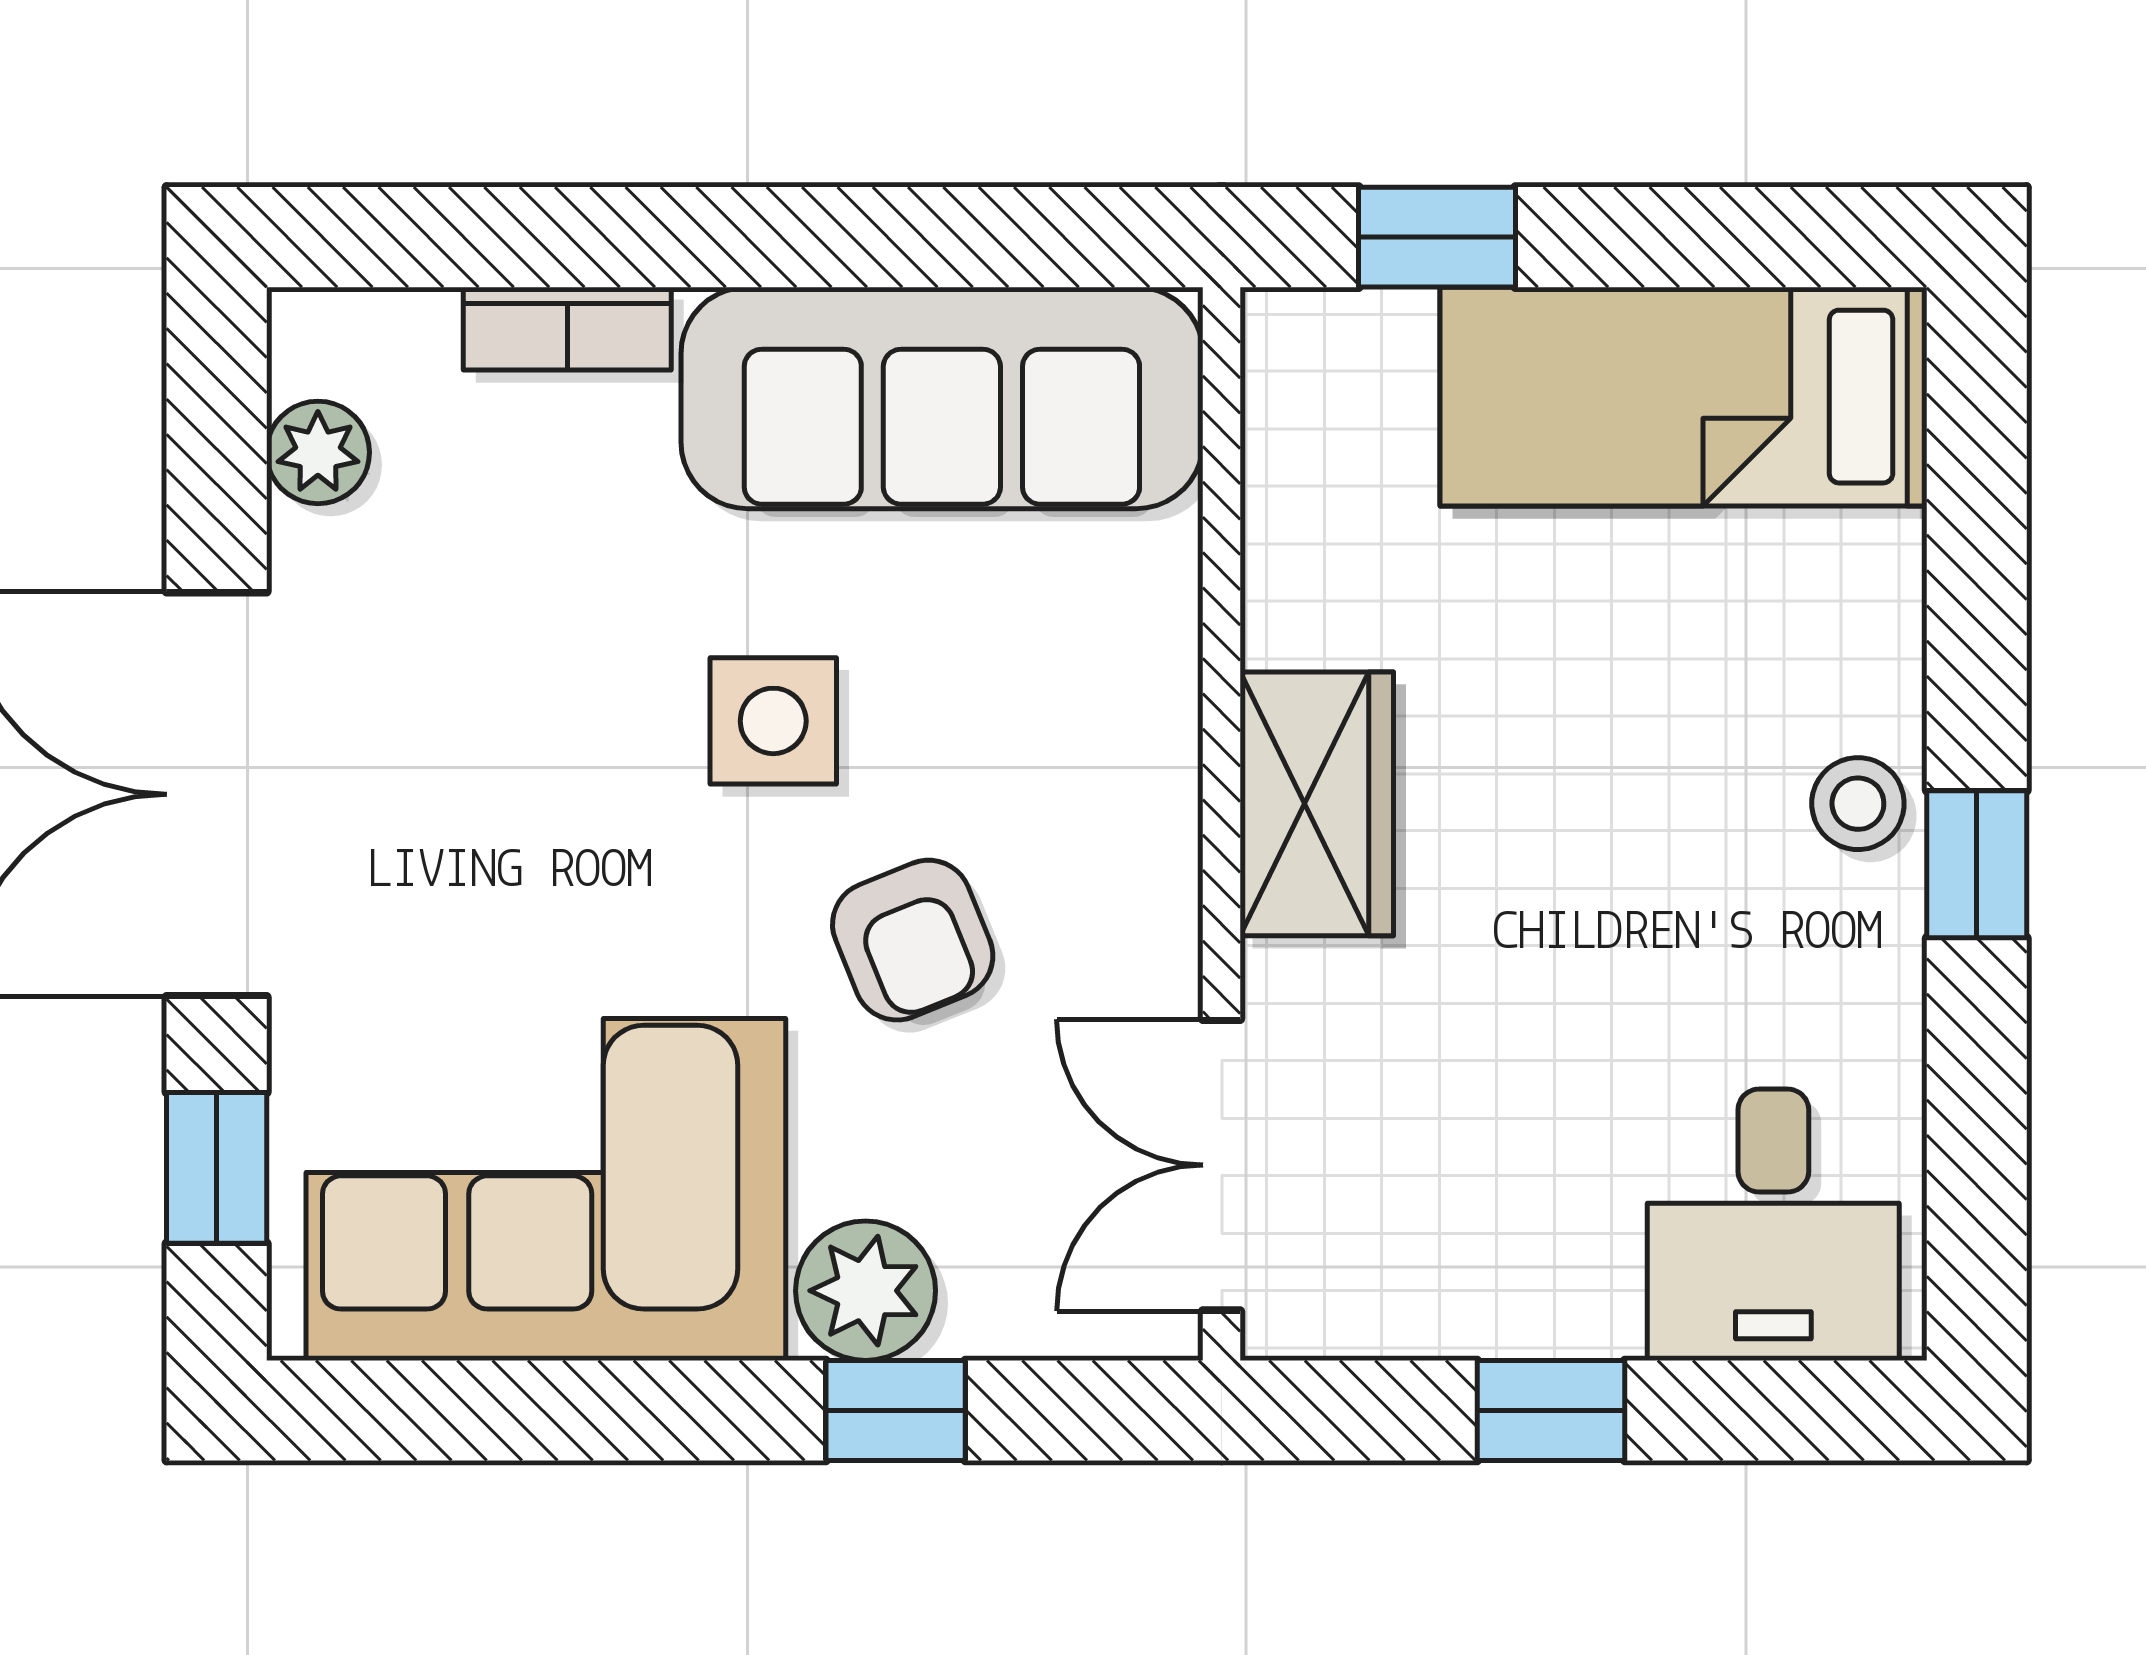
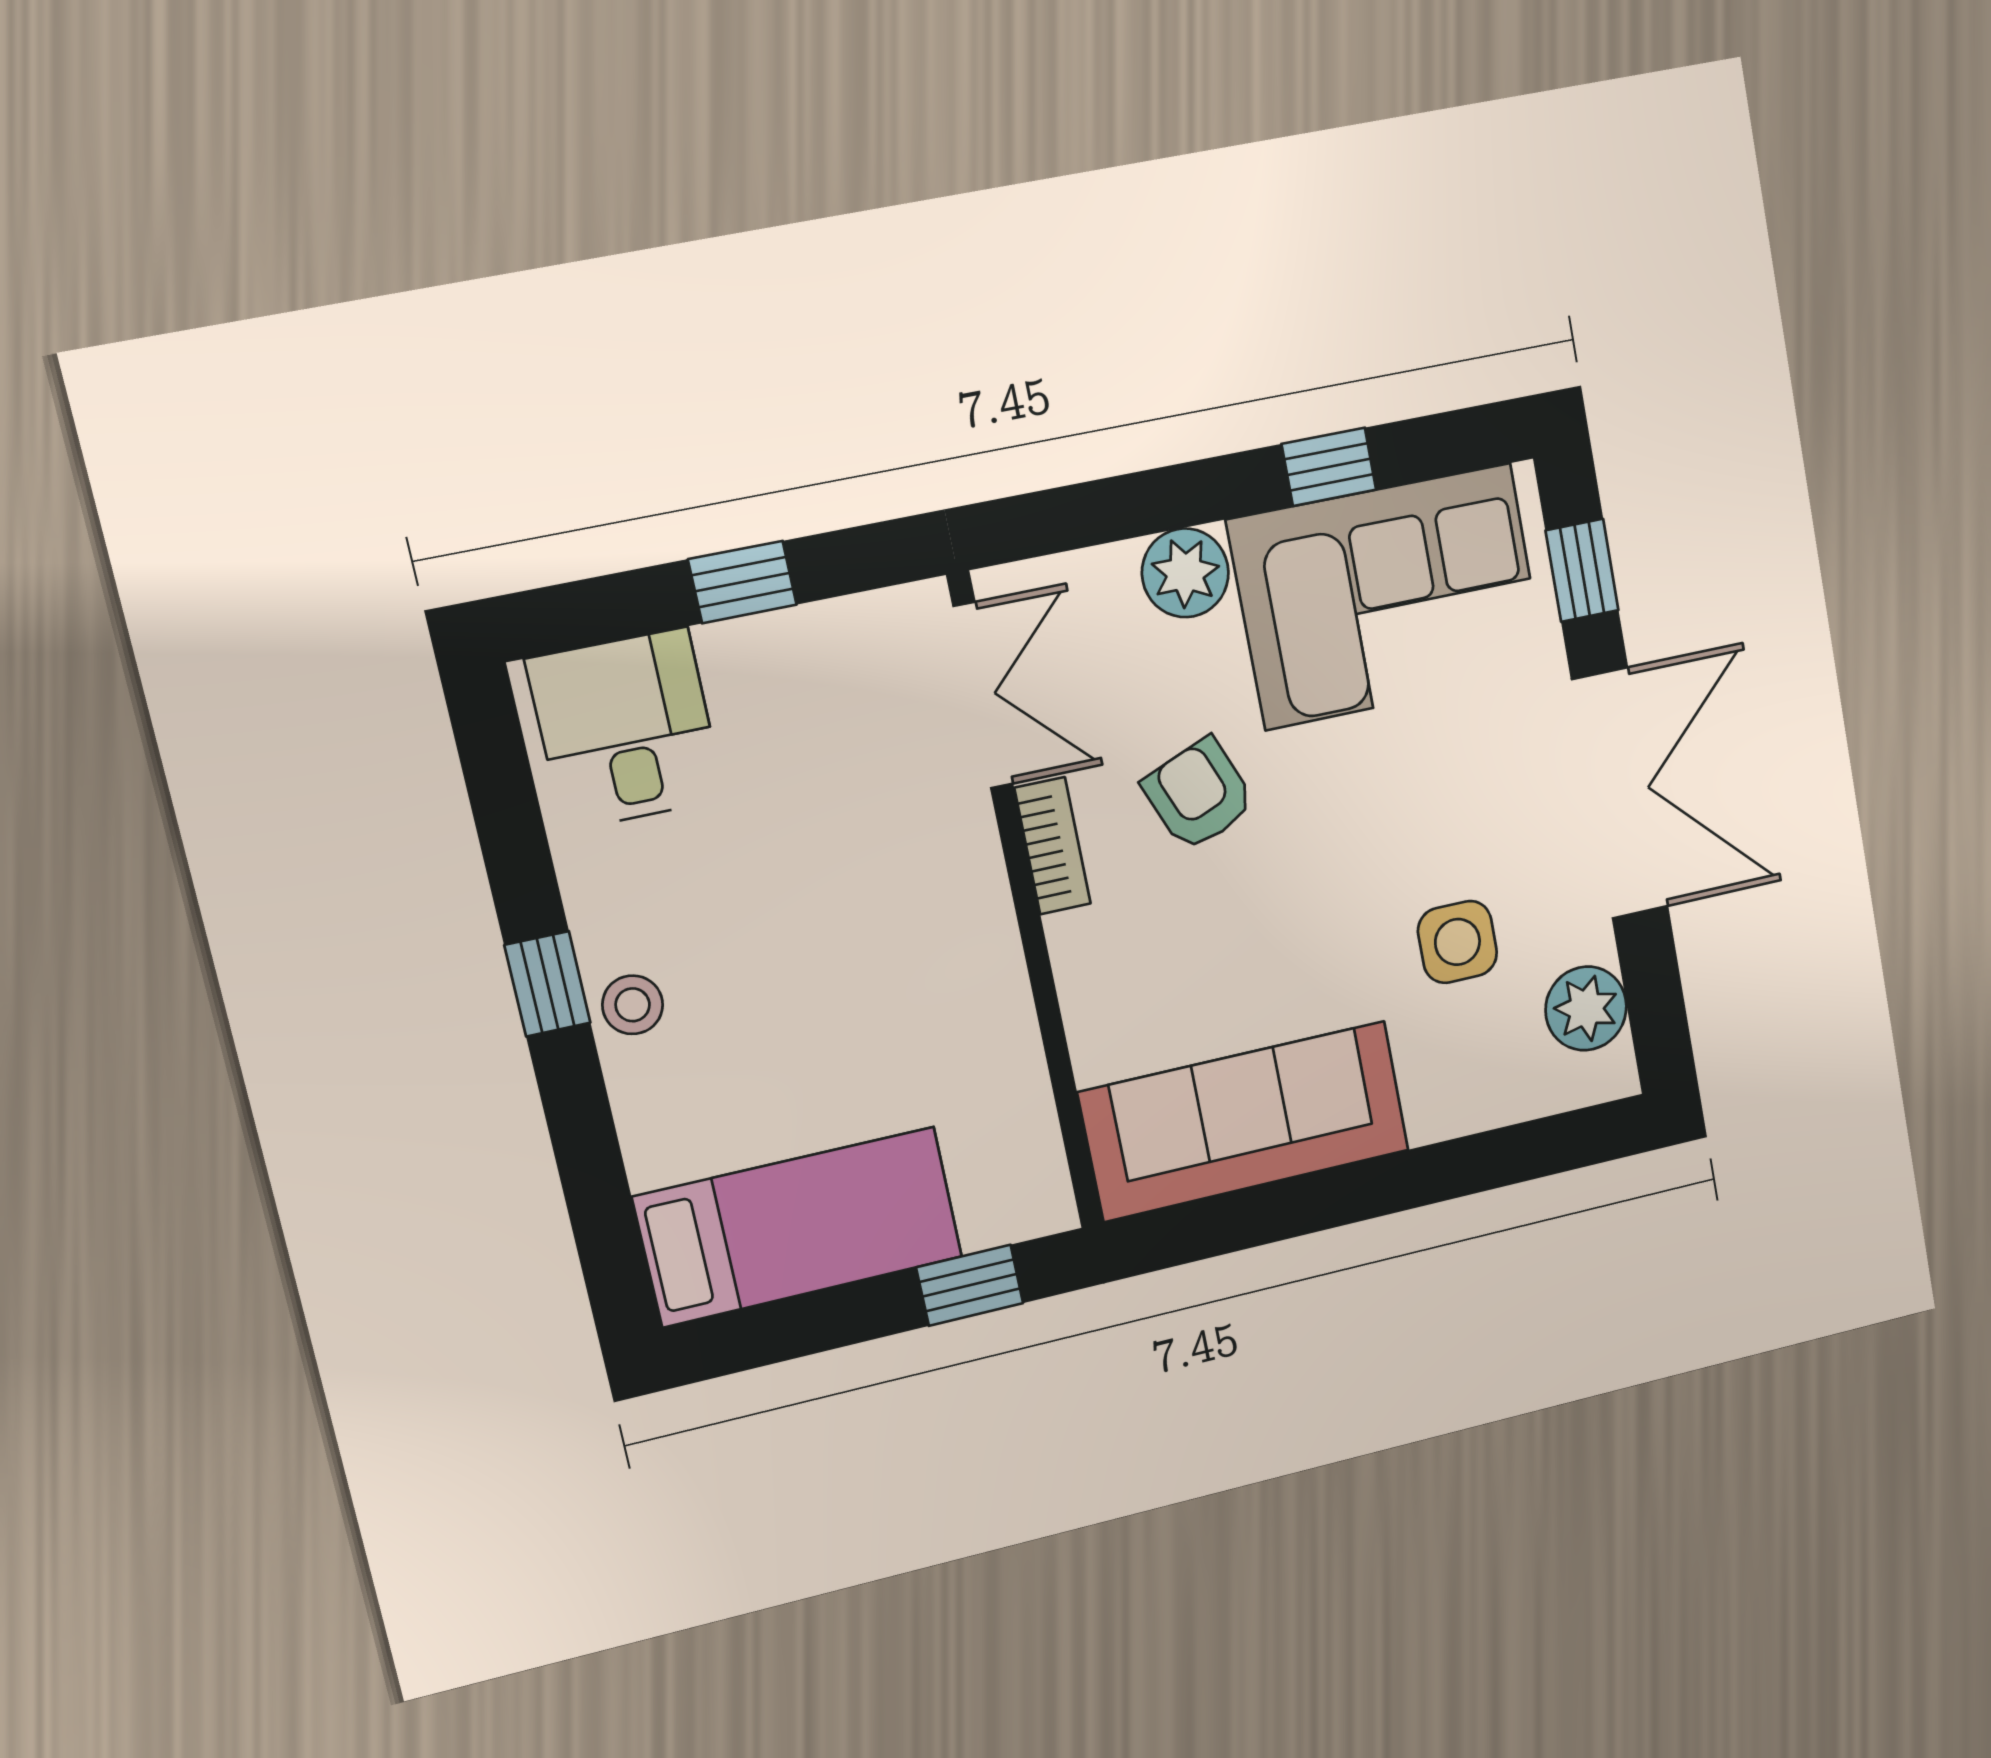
bookcase: (567, 329) -> (1052, 846), moved, turned 90
plant: (318, 452) -> (1586, 1008), width x1.38, depth x1.38
side table: (773, 721) -> (1457, 942), moved
wardrobe: (1317, 804) -> (971, 930), removed
window: (896, 1410) -> (1329, 467), moved

